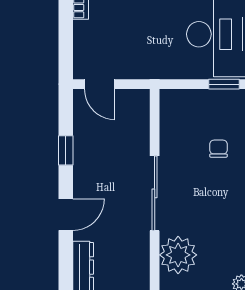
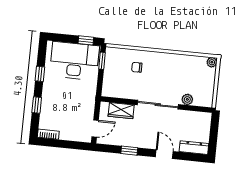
wardrobe: (137, 128) -> (121, 111), added
plant: (178, 255) -> (187, 99), width x0.53, depth x0.53

